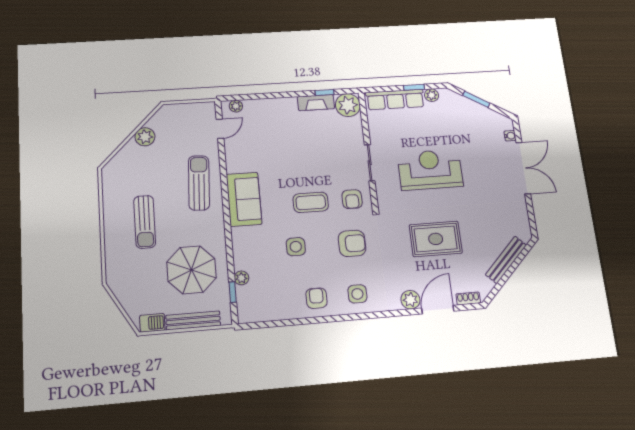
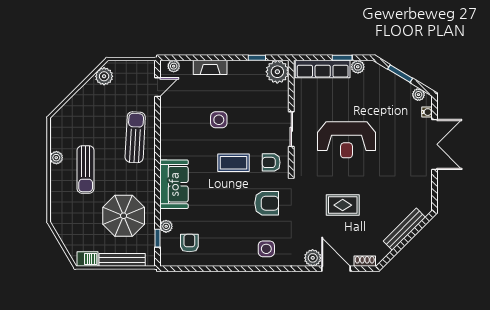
fireplace: (316, 103) -> (210, 67), moved
plant: (498, 119) -> (418, 95), added
plant: (145, 137) -> (104, 76), moved
reception desk: (430, 170) -> (346, 140), turned 180
sofa: (244, 199) -> (174, 184), moved
armchair: (352, 199) -> (271, 162), turned 90
plant: (110, 211) -> (56, 158), added
rug: (436, 239) -> (343, 205), width x0.73, depth x0.70
side table: (296, 247) -> (219, 120), moved
armchair: (316, 298) -> (189, 243), moved
door: (438, 310) -> (336, 269), hinge flipped

